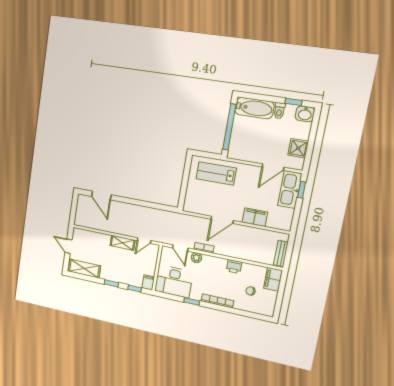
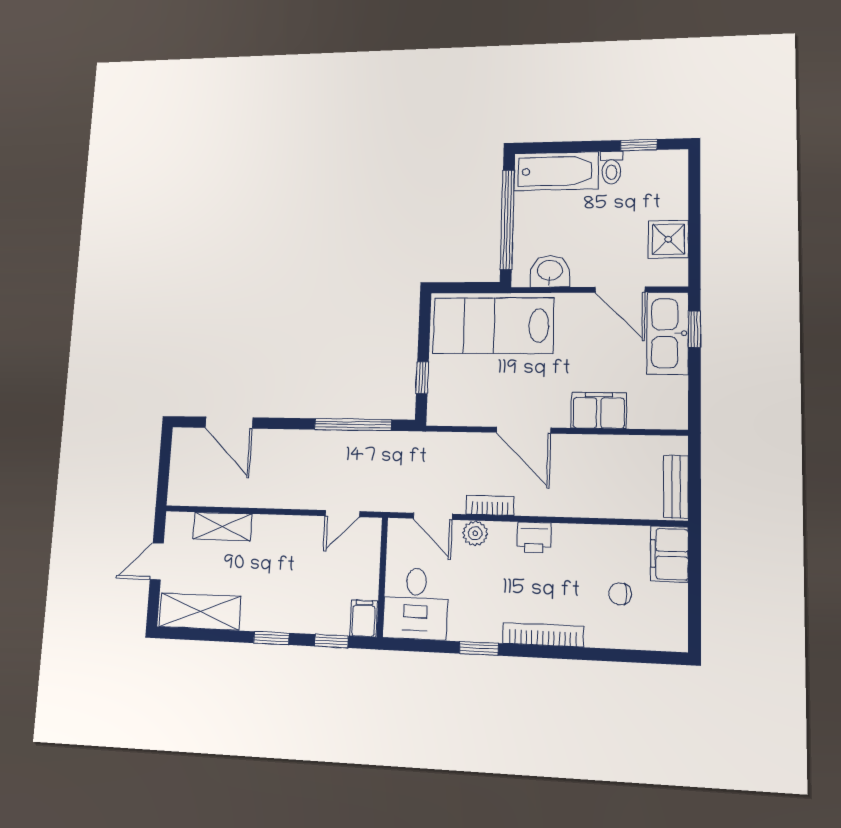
washbasin: (305, 114) -> (550, 271), moved, turned 180
door: (273, 167) -> (620, 290), hinge flipped
lab bench: (216, 173) -> (493, 326), width x1.36, depth x1.39
window: (183, 191) -> (422, 378), added
window: (152, 205) -> (353, 425), added
door: (222, 220) -> (523, 430), hinge flipped
shelving: (123, 243) -> (222, 526), moved
door: (68, 246) -> (157, 561), hinge flipped
printer: (234, 266) -> (534, 538), moved
desk: (174, 281) -> (416, 604), width x0.73

